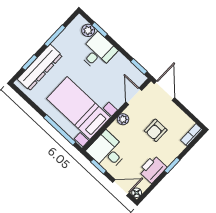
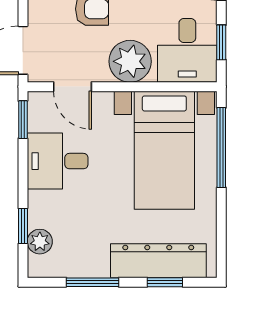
desk: (98, 52) -> (58, 161), moved
door: (134, 96) -> (73, 87), hinge flipped
plant: (123, 119) -> (130, 61), width x1.88, depth x1.88

